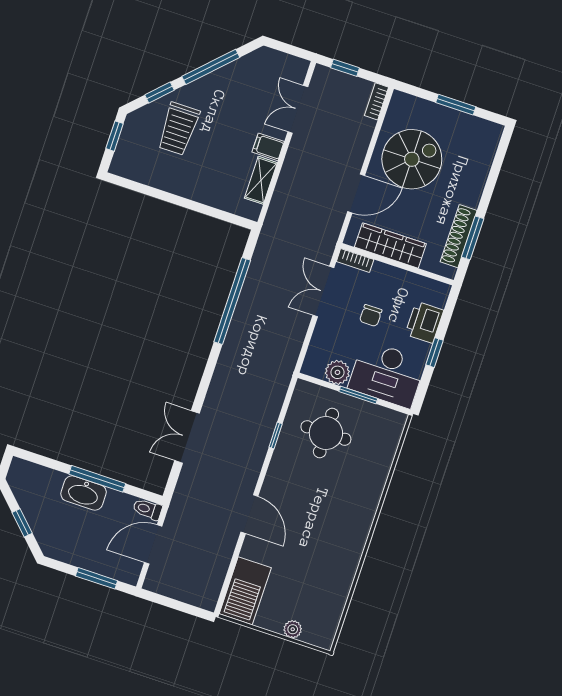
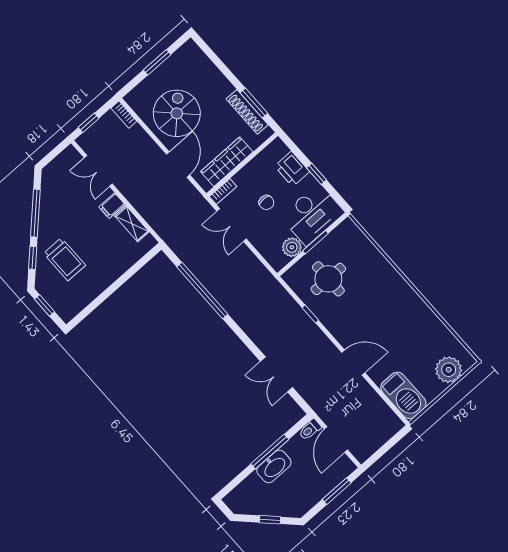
plant: (293, 629) -> (449, 370), width x1.87, depth x1.87

